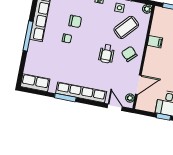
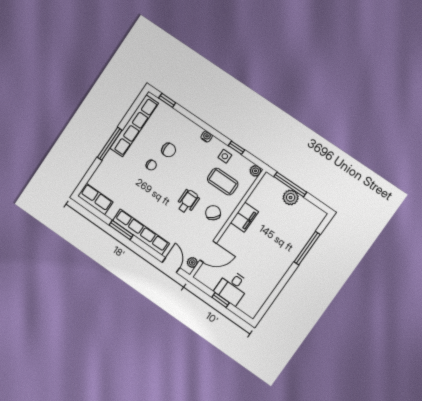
coffee table: (126, 27) -> (223, 182), turned 48
filing cabinet: (155, 42) -> (244, 217), width x2.00
wheelchair: (107, 54) -> (188, 201), turned 180

